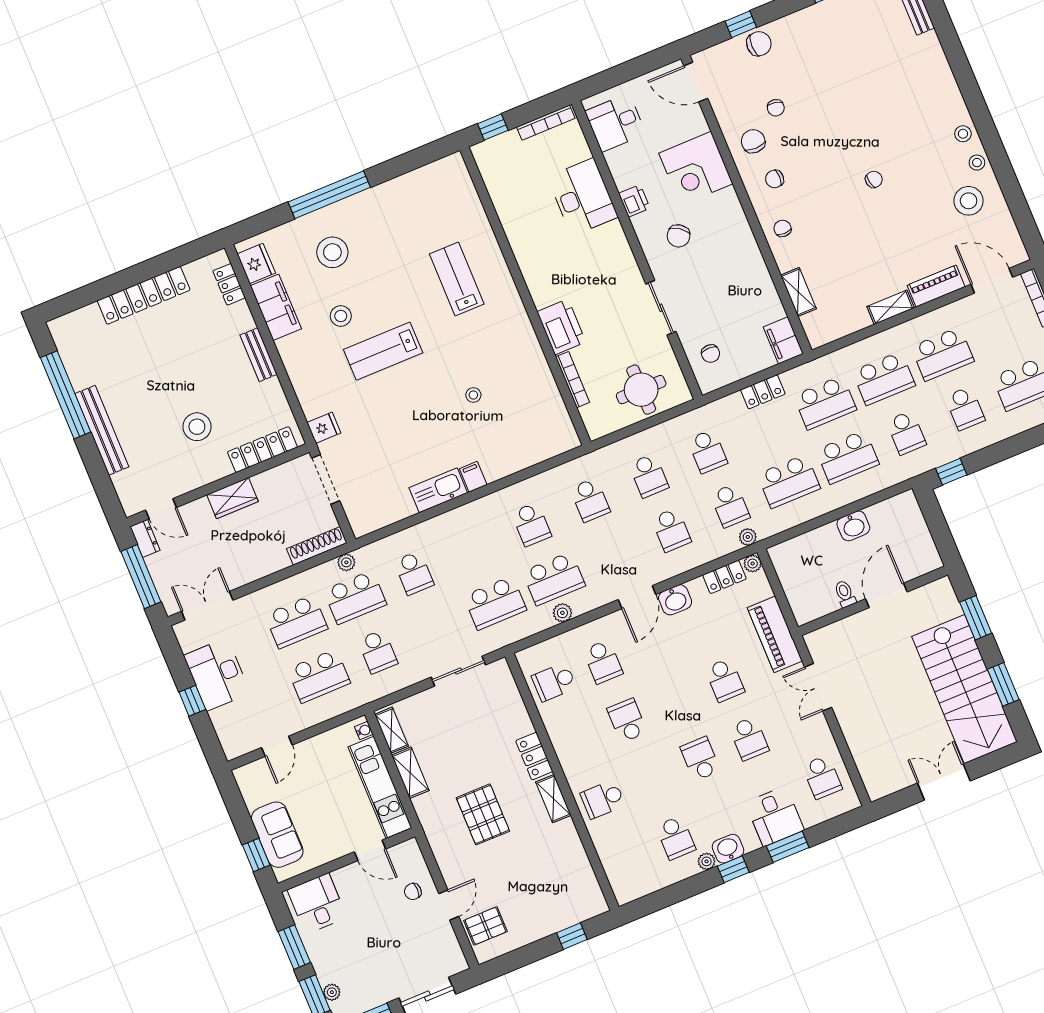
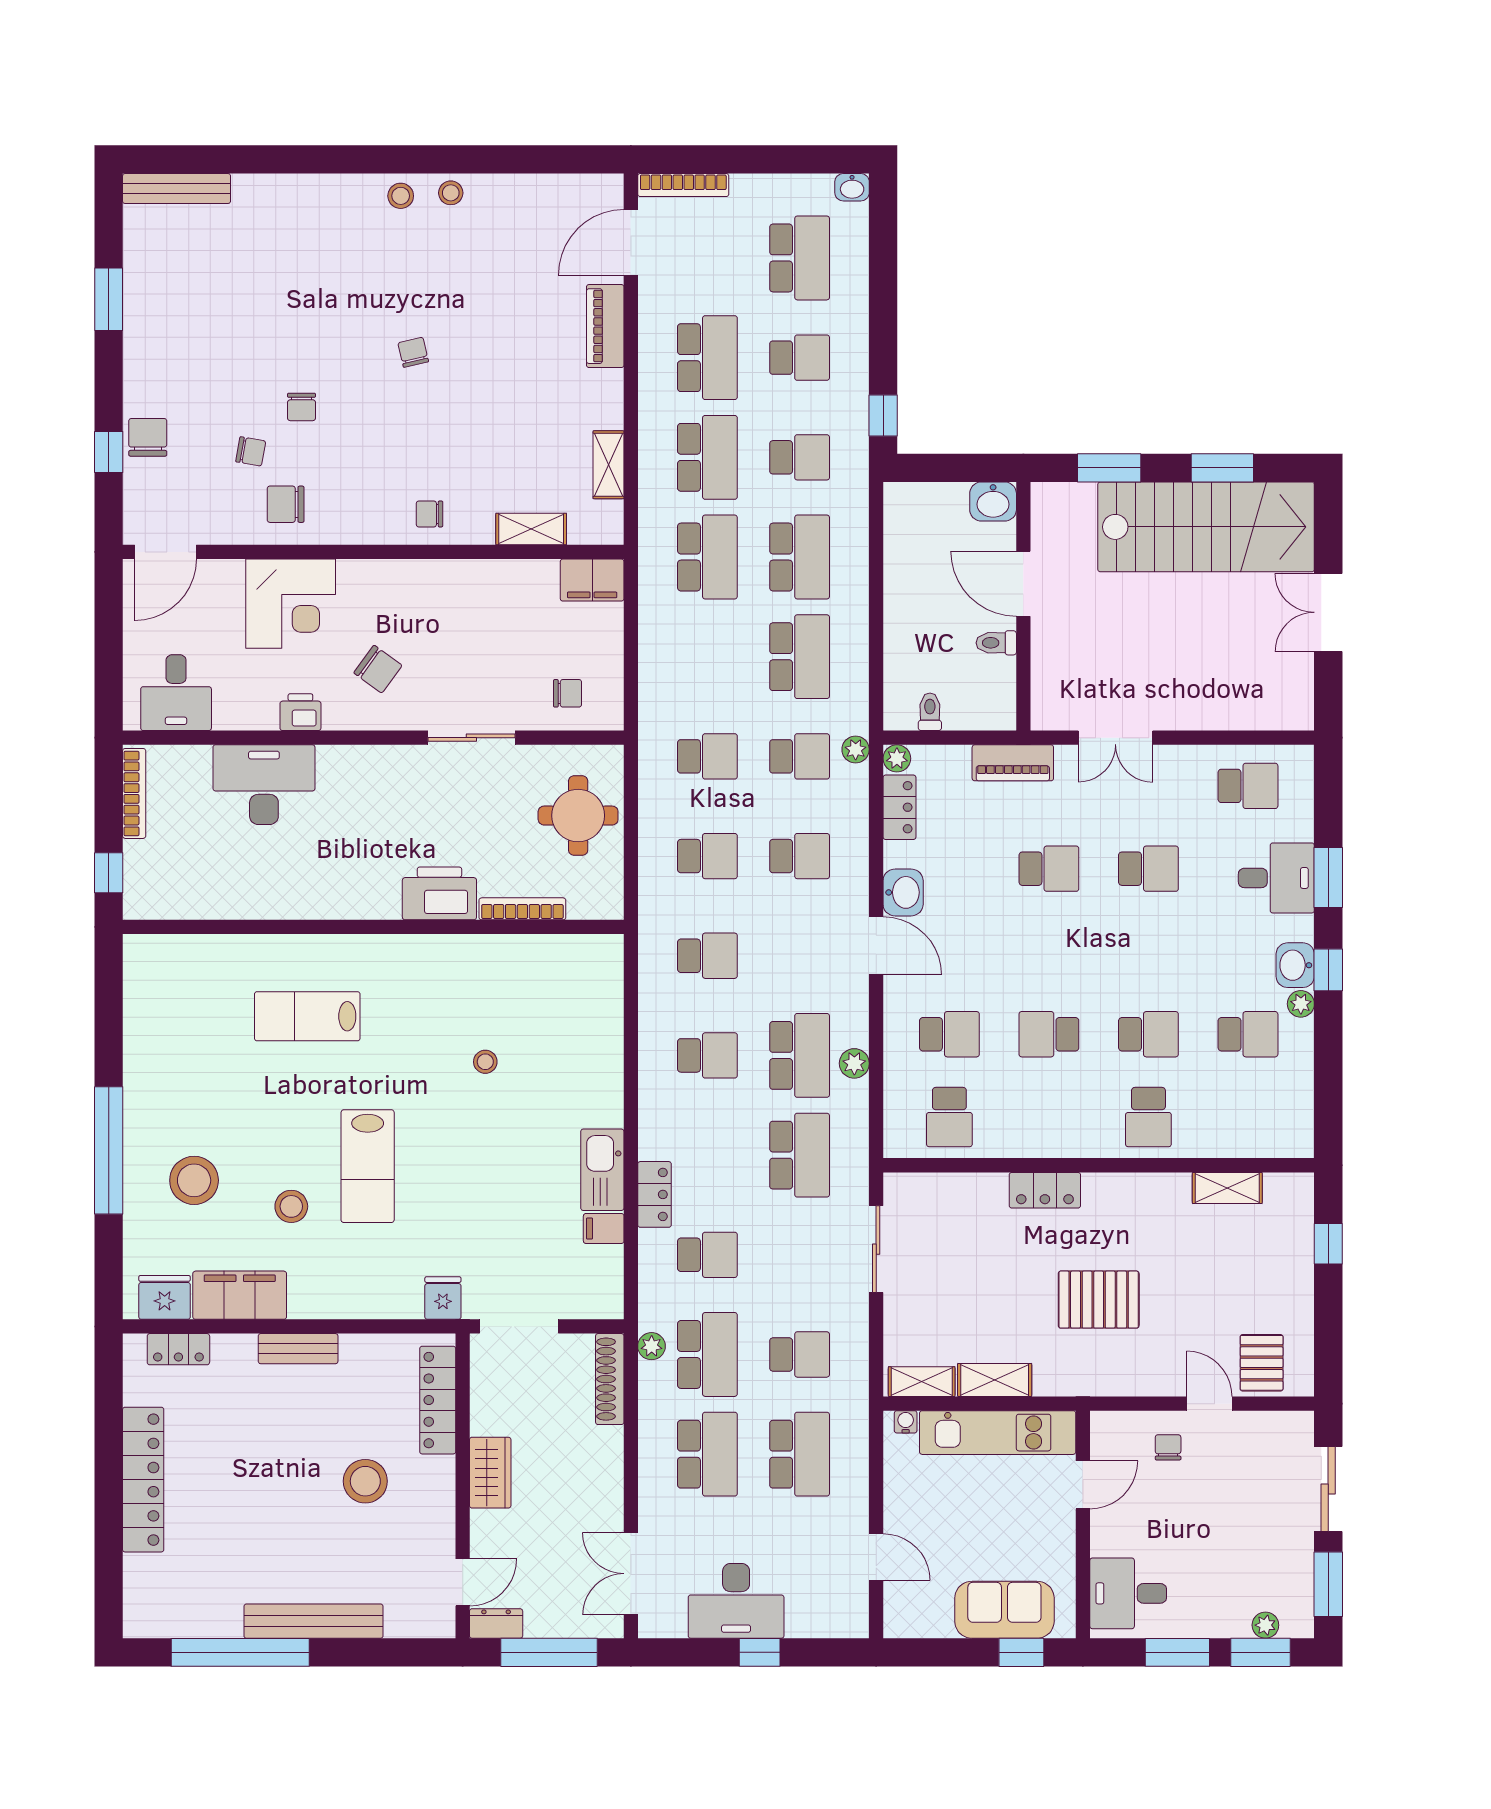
chair: (775, 179) -> (302, 407), moved
stool: (969, 201) -> (501, 228), removed
shelving: (891, 307) -> (608, 465), moved
locker: (763, 392) -> (654, 1194), moved
filing cabinet: (473, 477) -> (604, 1228), moved
washbasin: (853, 526) -> (993, 502), moved, turned 90
toilet: (788, 572) -> (930, 712), added
piano: (775, 634) -> (1013, 763), width x0.73, depth x0.75
school desk: (700, 759) -> (1148, 1034), moved, turned 180
shelving: (553, 799) -> (1227, 1188), moved
chair: (413, 891) -> (1168, 1447), turned 180

